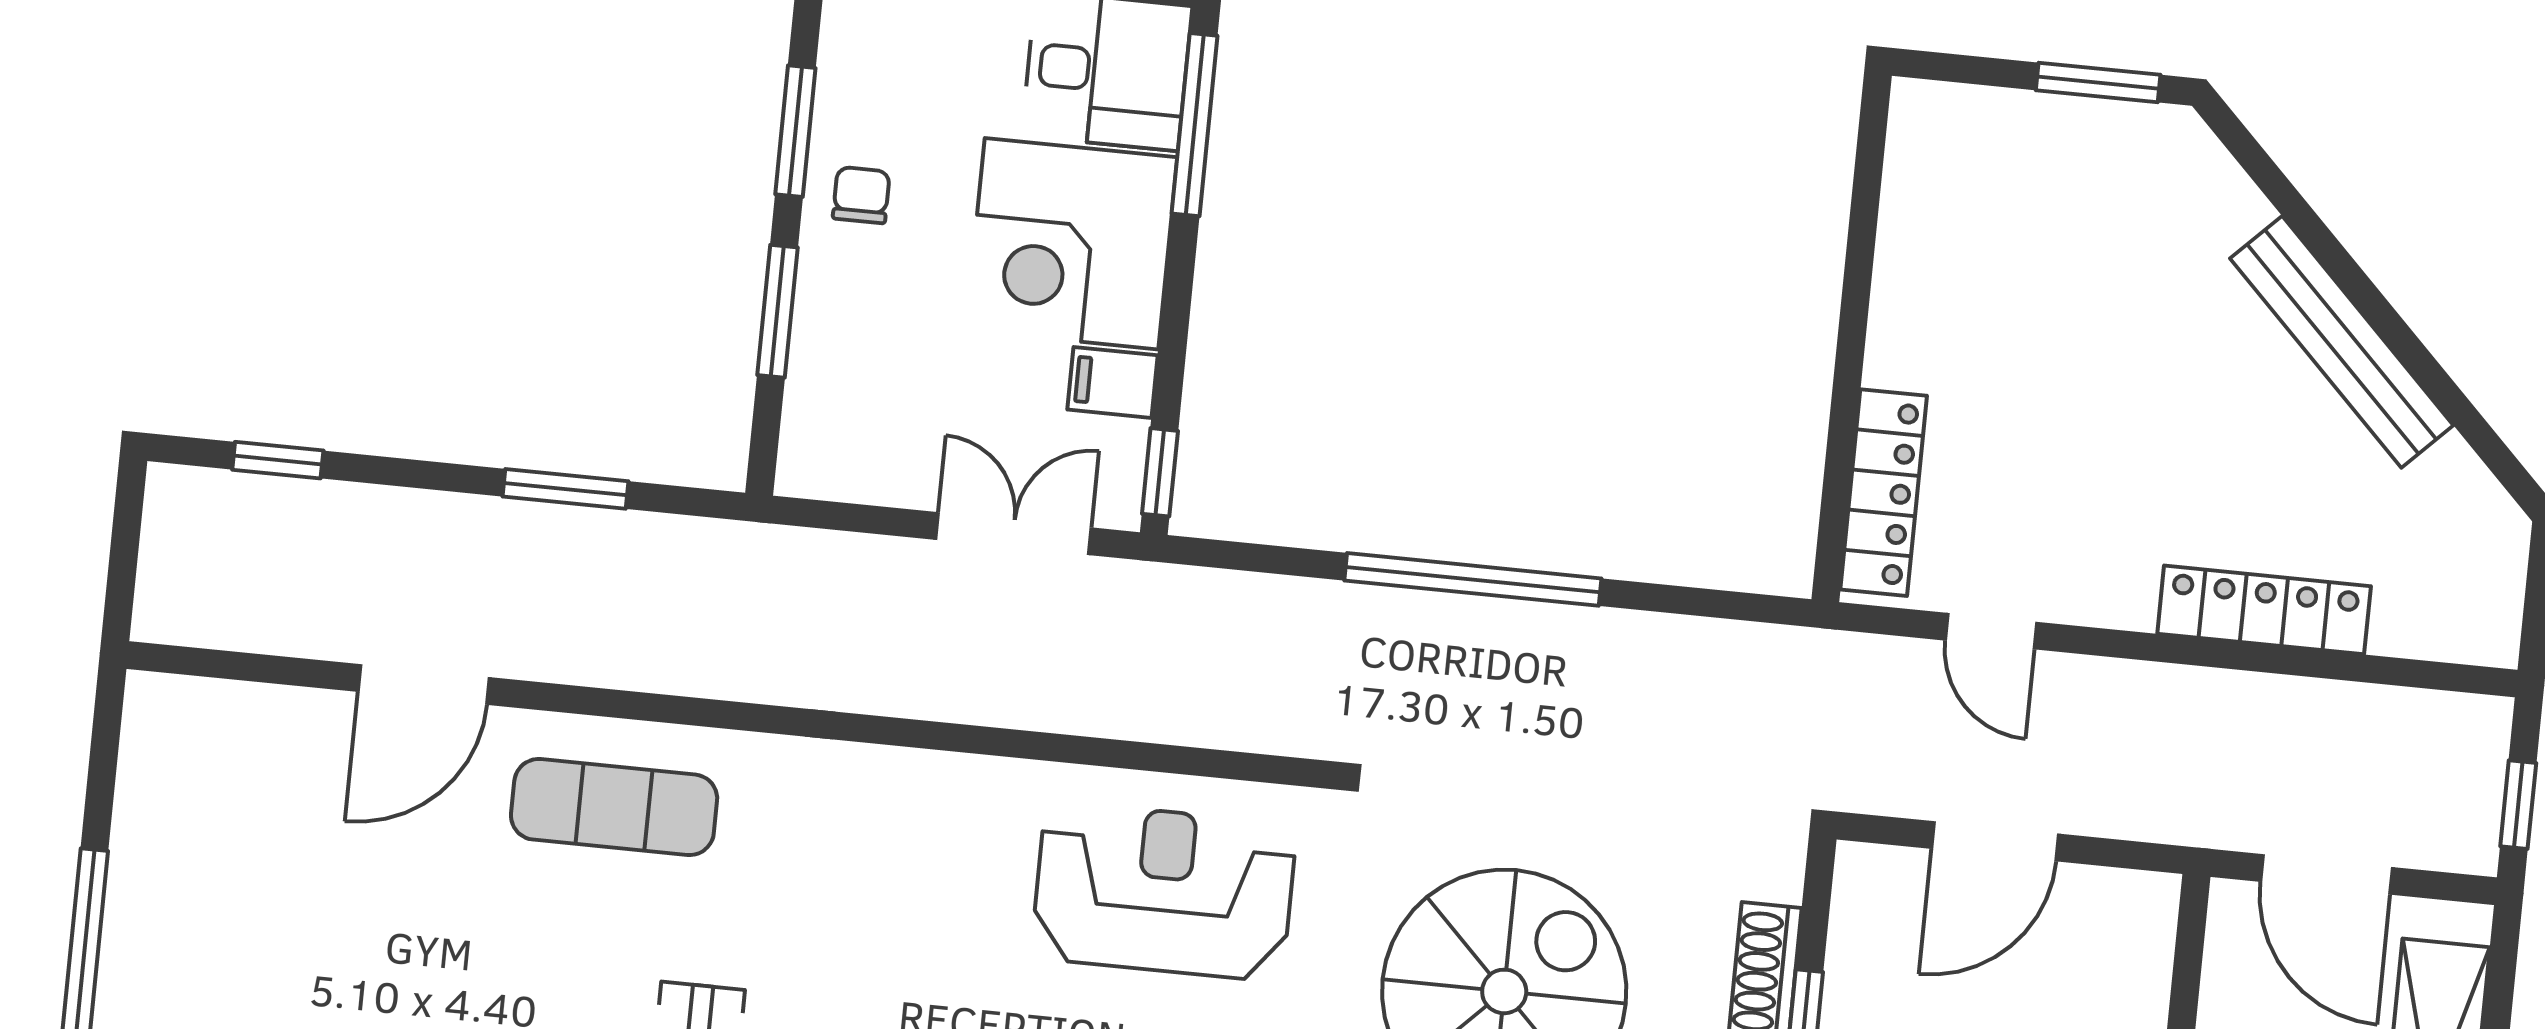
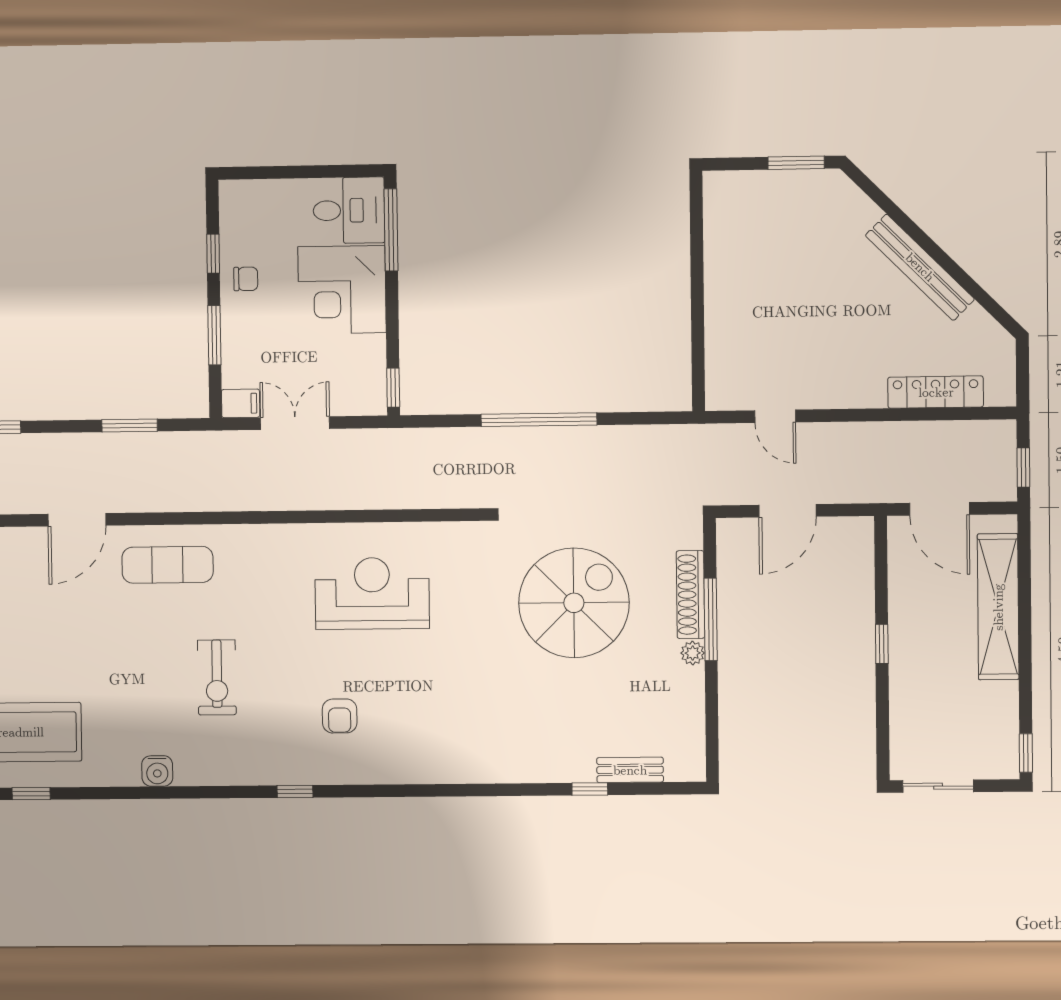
window: (795, 131) -> (213, 254), width x0.67
chair: (861, 195) -> (246, 279), turned 90
filing cabinet: (1113, 382) -> (241, 403), moved, turned 180
locker: (1884, 493) -> (720, 359), removed
double door: (1013, 534) -> (295, 423), moved
locker: (2264, 610) -> (936, 392), moved
reception desk: (1164, 891) -> (372, 593), moved

